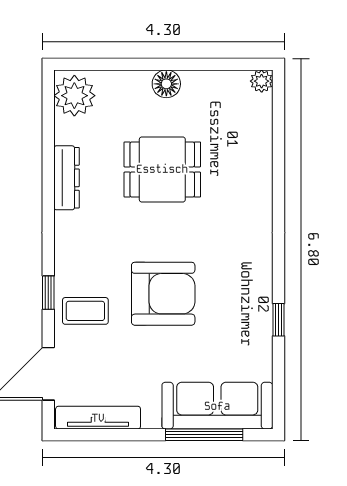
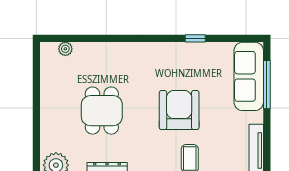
plant: (262, 81) -> (65, 49), moved
floor lamp: (166, 84) -> (49, 108), removed

